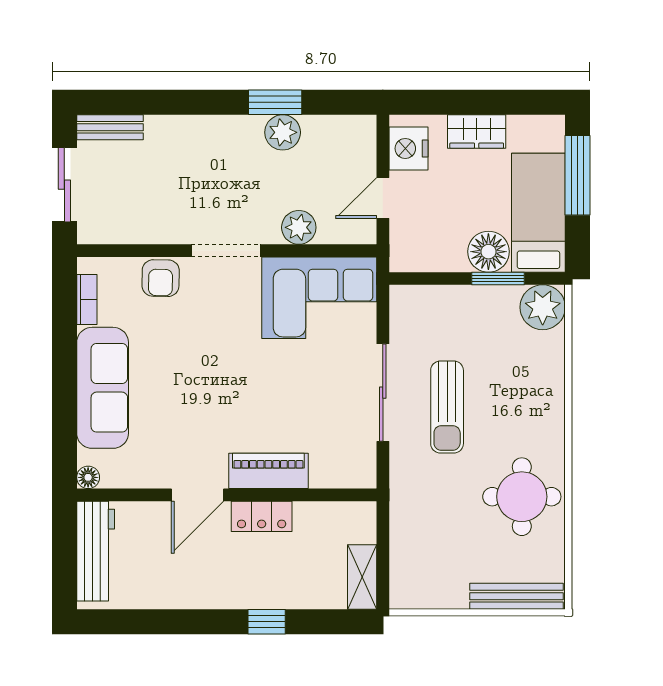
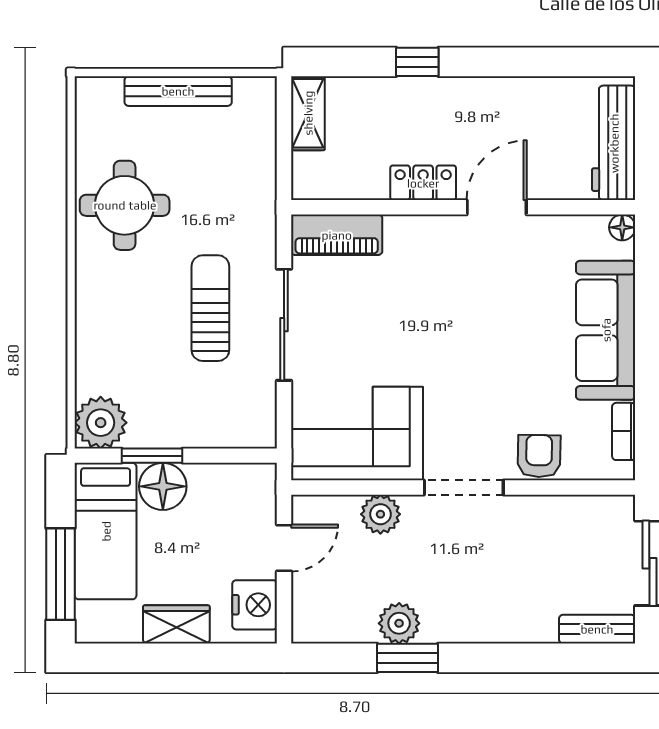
piano: (268, 471) -> (337, 235), moved
bench: (516, 596) -> (178, 91), moved

